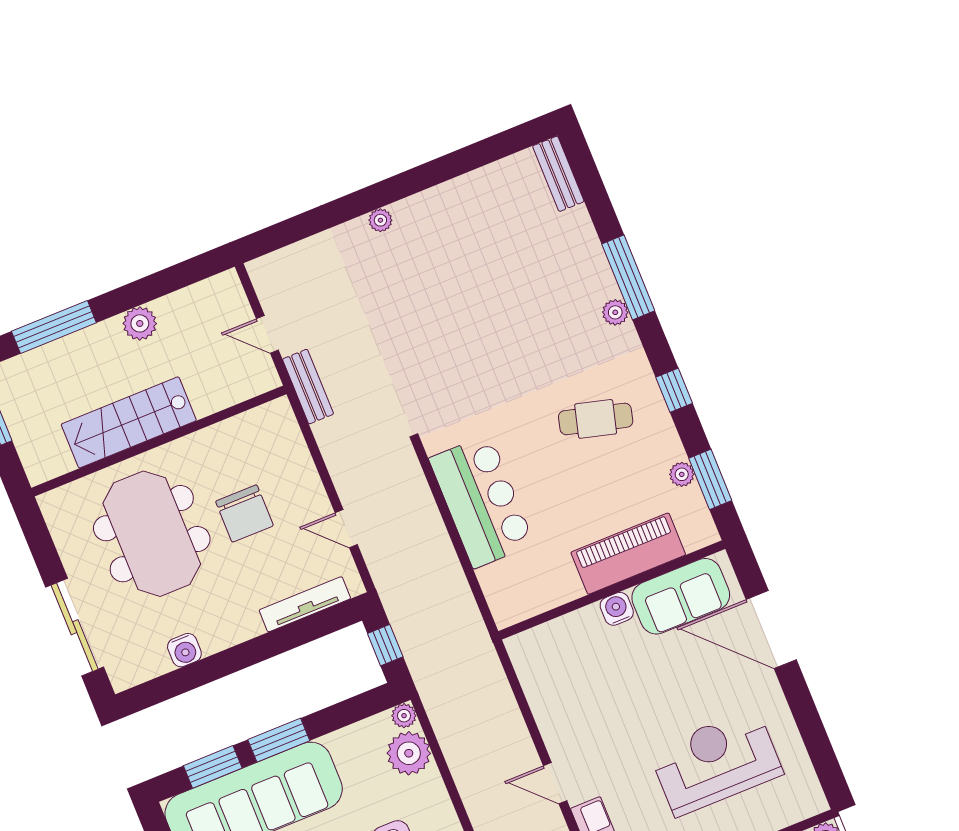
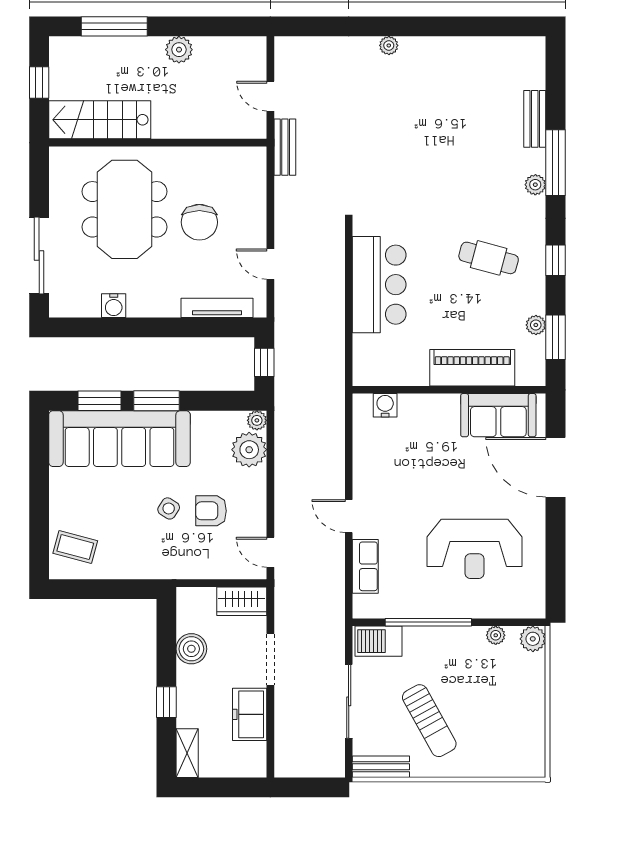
bench: (558, 174) -> (535, 119), moved
stairs: (129, 422) -> (100, 120), moved
water cooler: (617, 609) -> (385, 405), moved
reception desk: (716, 762) -> (474, 549), turned 180

